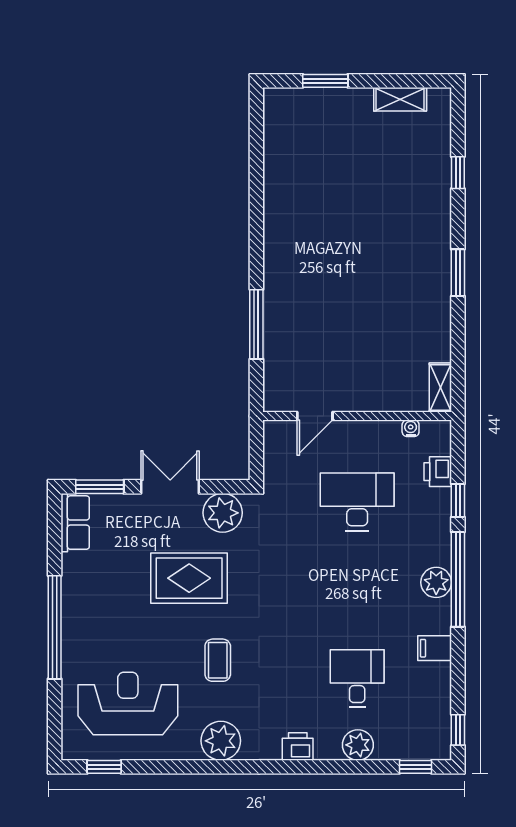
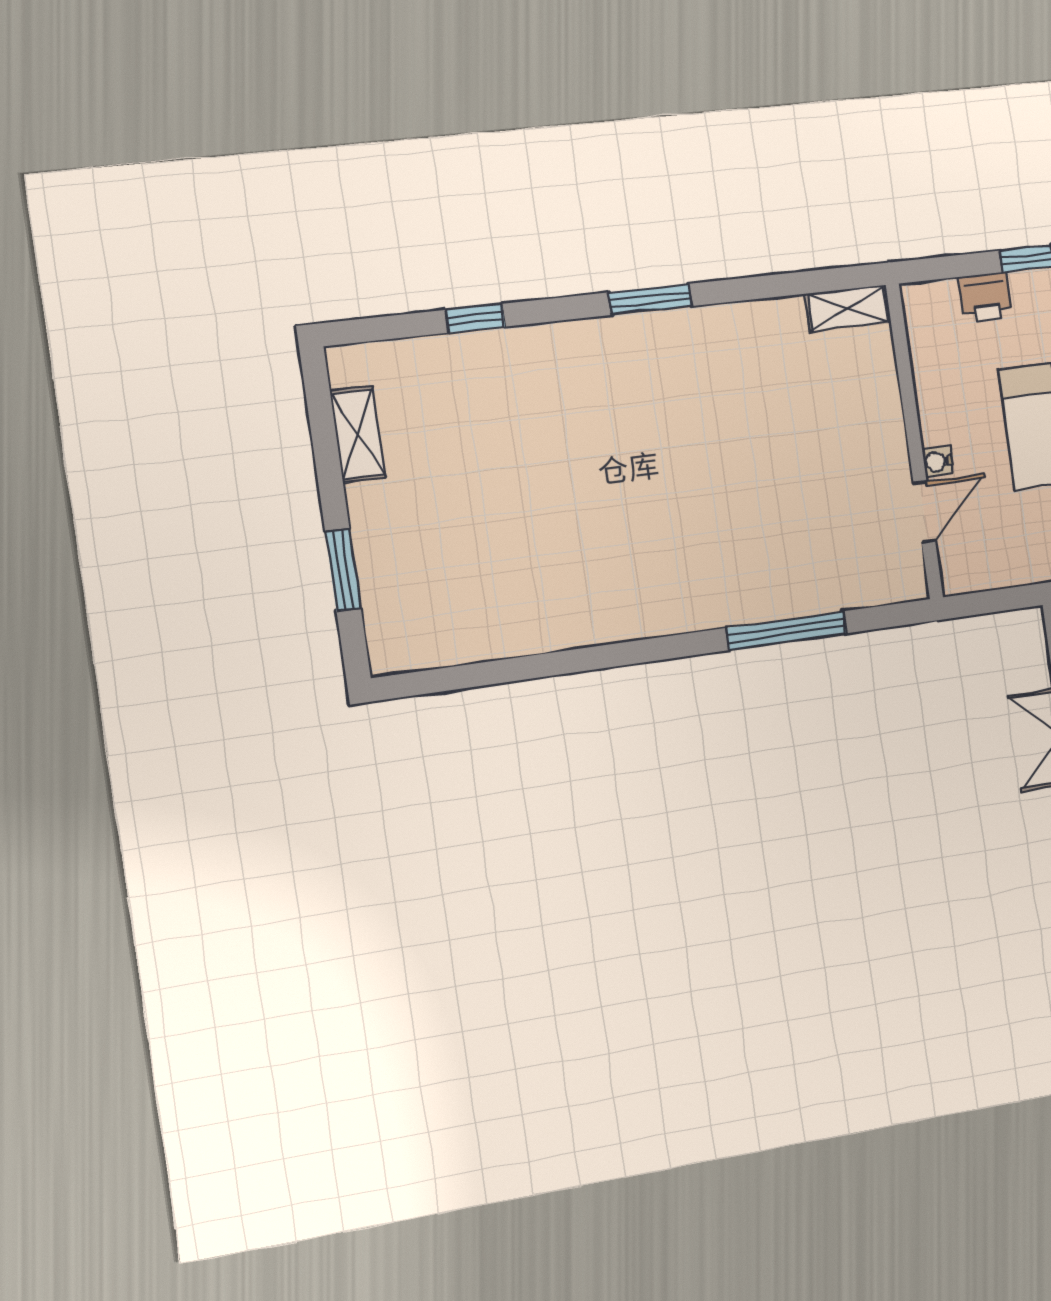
door: (315, 416) -> (924, 512), hinge flipped
water cooler: (411, 428) -> (938, 462), moved

